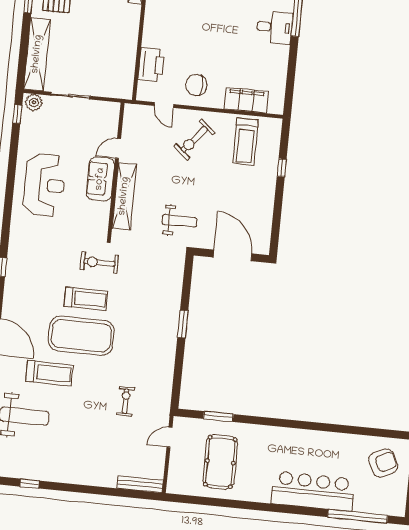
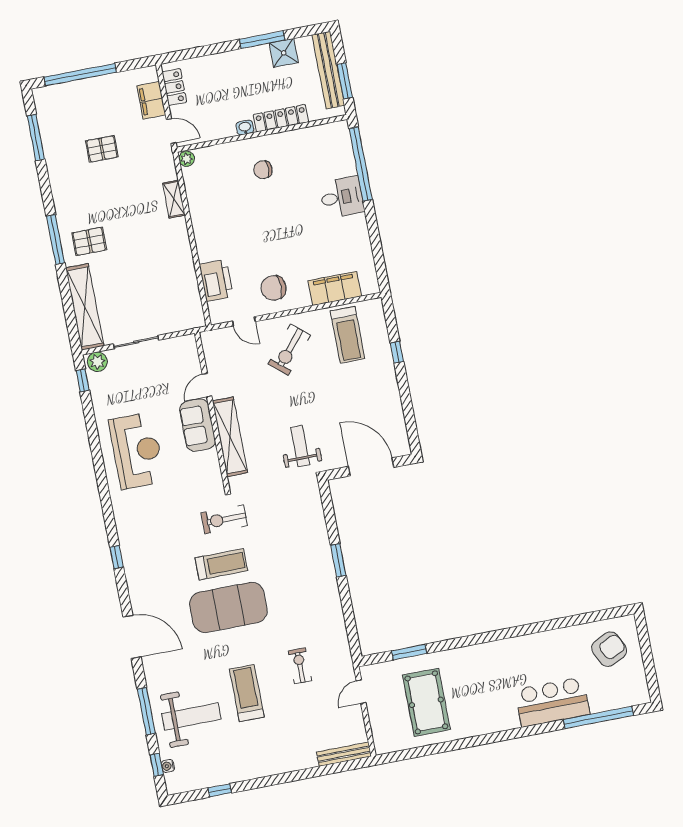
weight bench: (180, 221) -> (300, 446), turned -90
treadmill: (49, 373) -> (247, 693), moved, turned -90
bar counter: (313, 491) -> (552, 702), width x0.73

